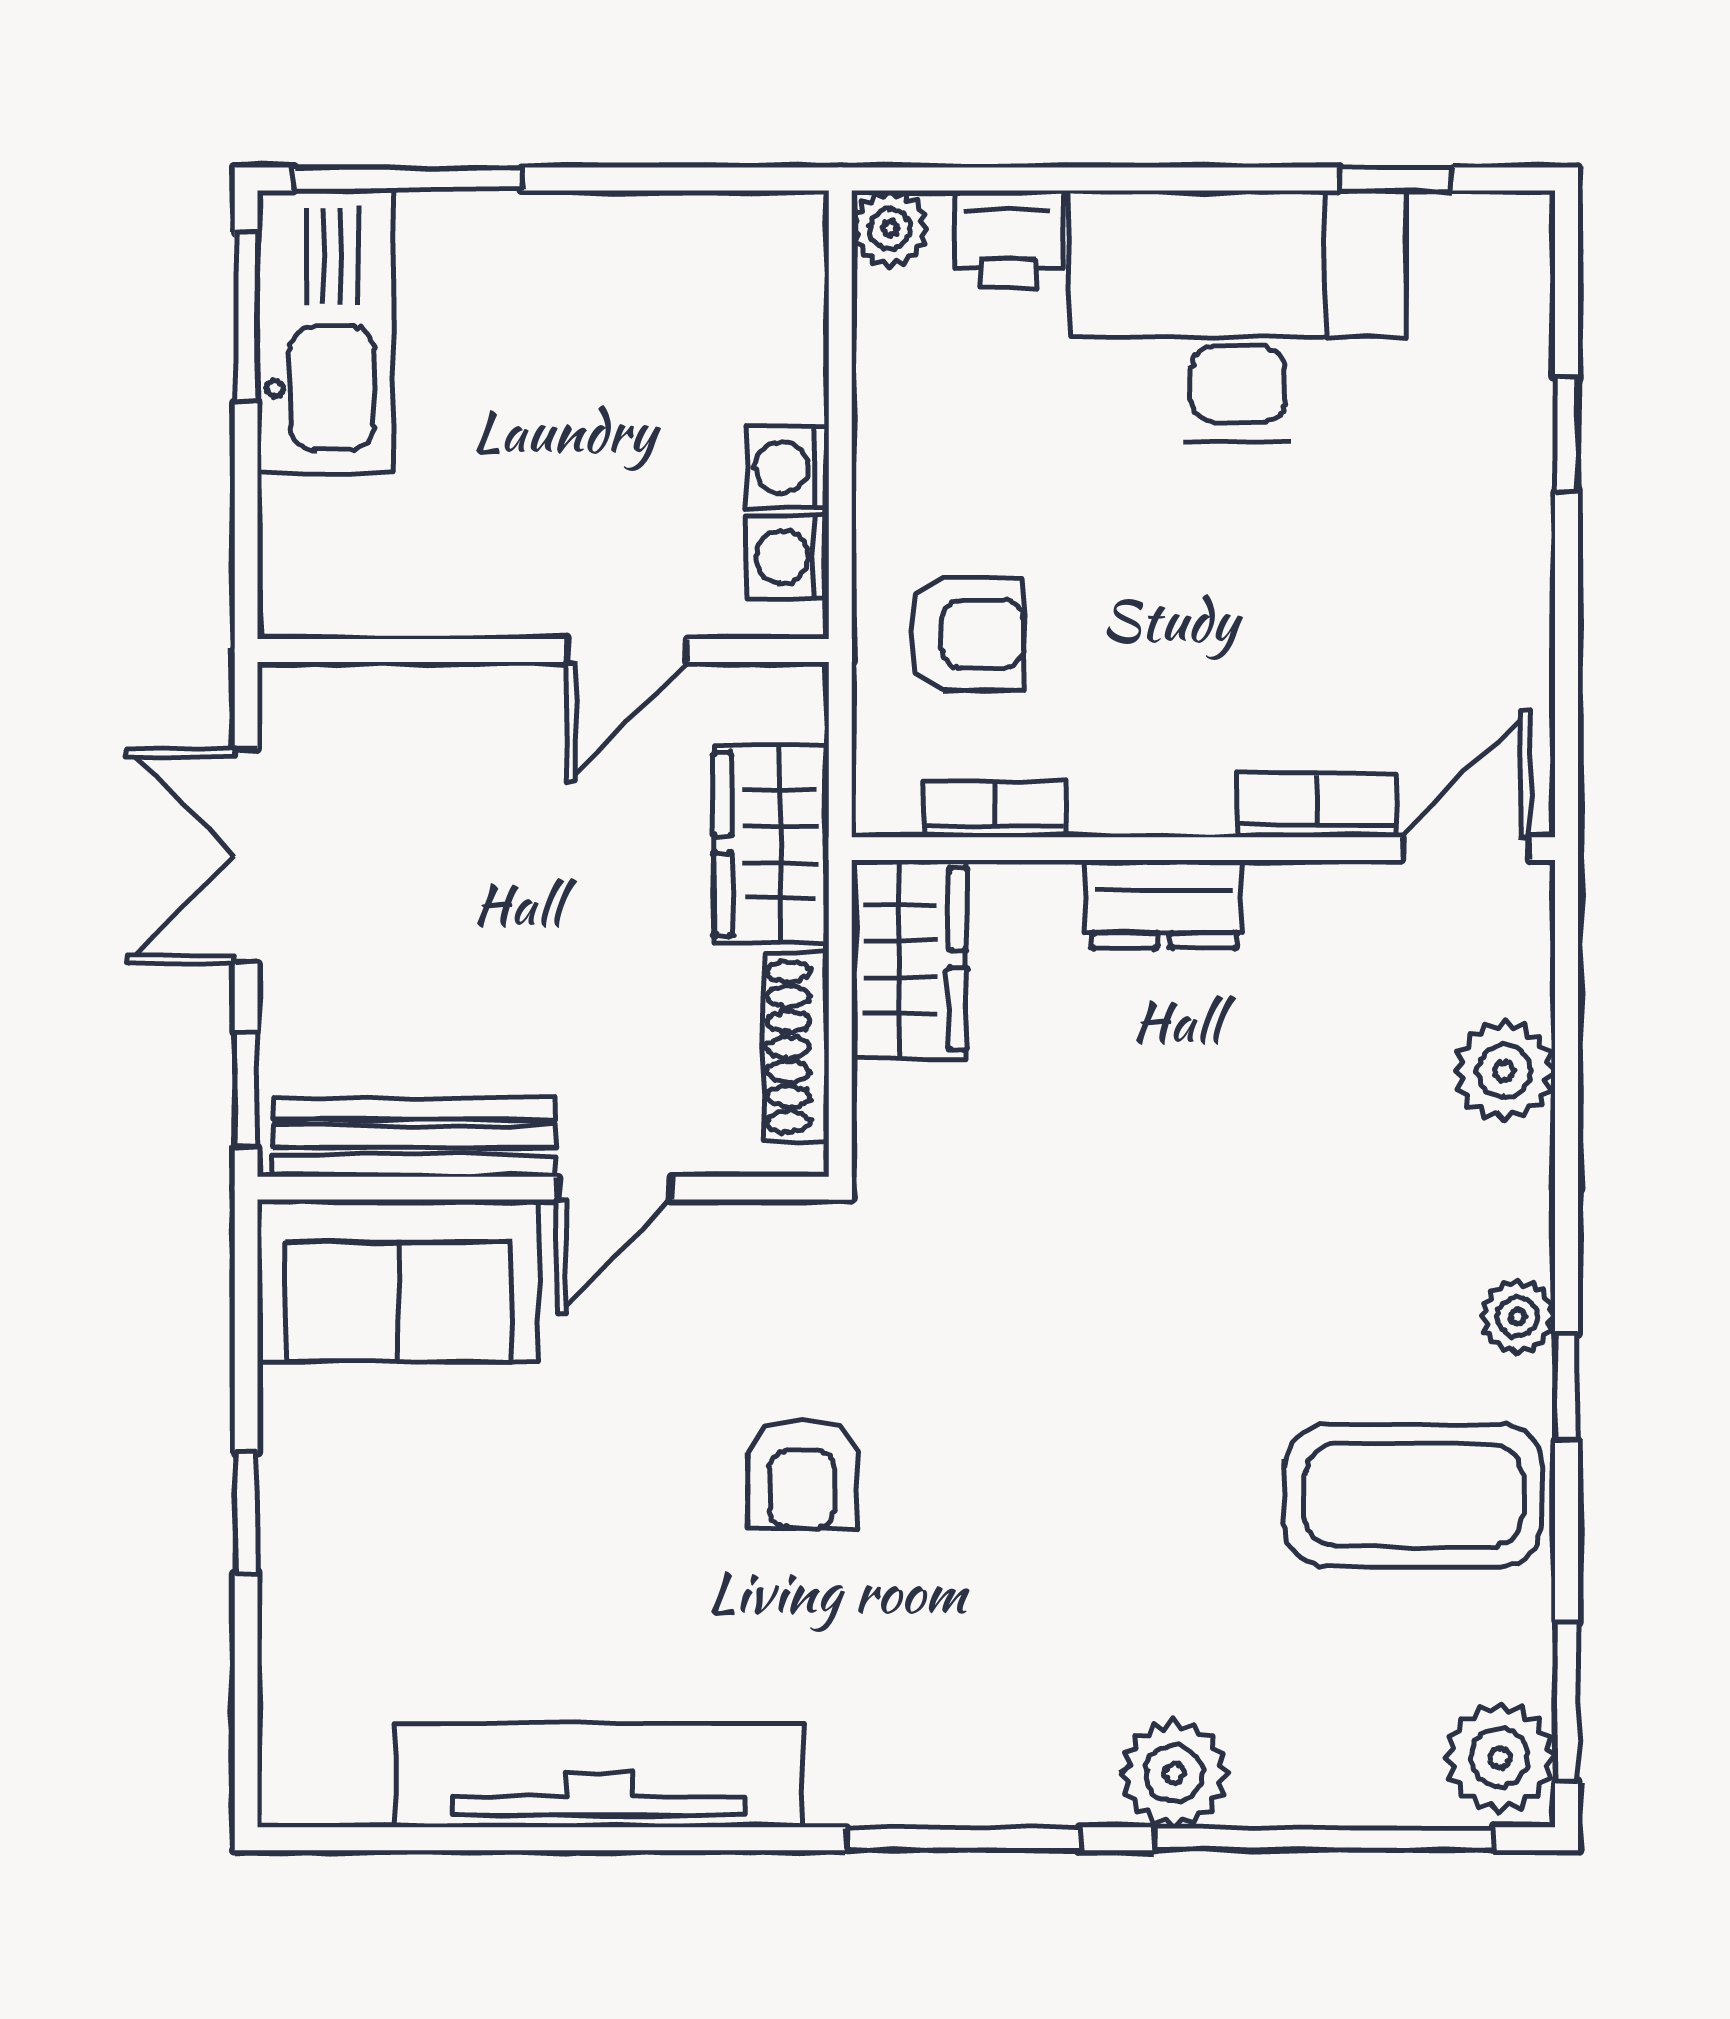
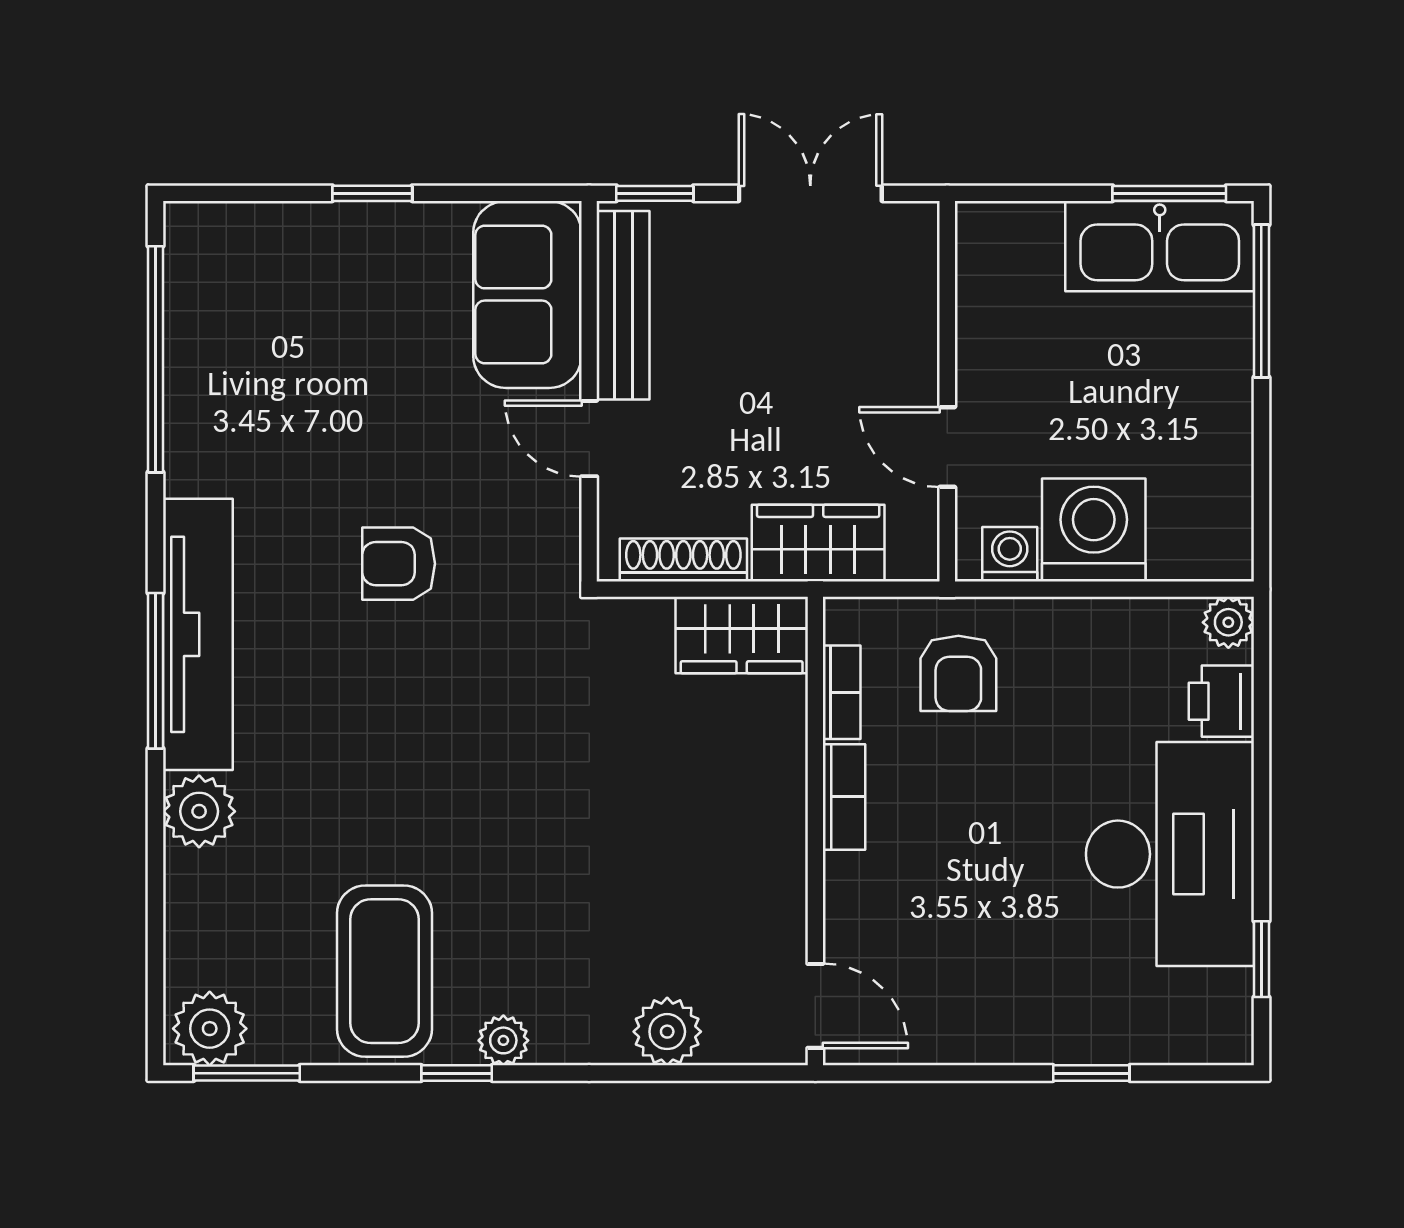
washing machine: (788, 467) -> (1094, 530), width x1.89, depth x1.89
bookcase: (1318, 805) -> (844, 797), moved
dresser: (1164, 904) -> (778, 805), removed
tv unit: (599, 1775) -> (198, 634), moved
window: (1324, 1839) -> (156, 359), moved

